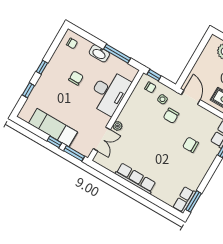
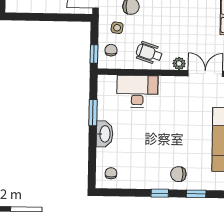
window: (117, 54) -> (93, 113), width x0.69
chair: (76, 78) -> (178, 174), moved
desk: (109, 92) -> (137, 91), width x0.73, depth x0.77
wheelchair: (135, 111) -> (149, 53), added

